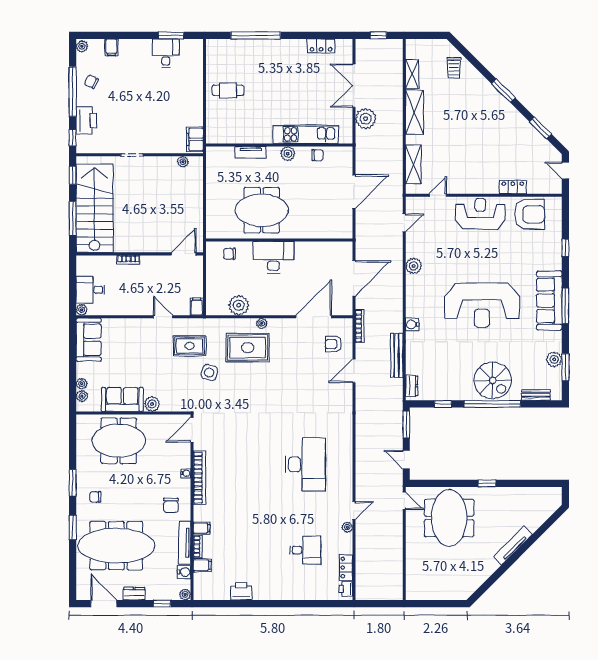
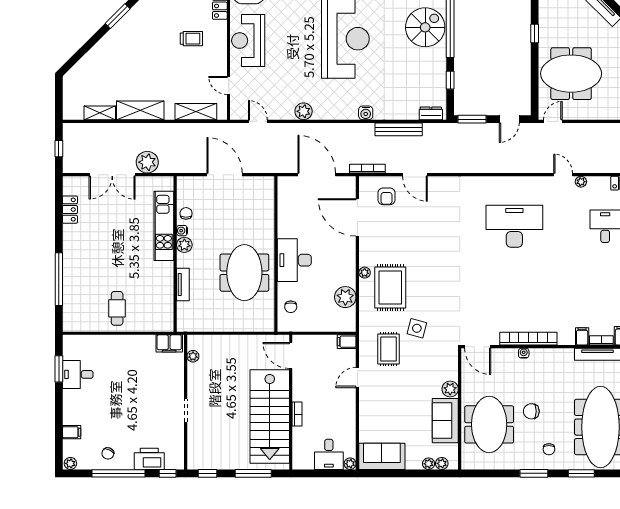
trolley: (454, 68) -> (191, 39), moved
water cooler: (301, 151) -> (182, 231), added
stairs: (95, 208) -> (270, 417), moved, turned -90
chair: (171, 505) -> (531, 411), moved, turned 180

